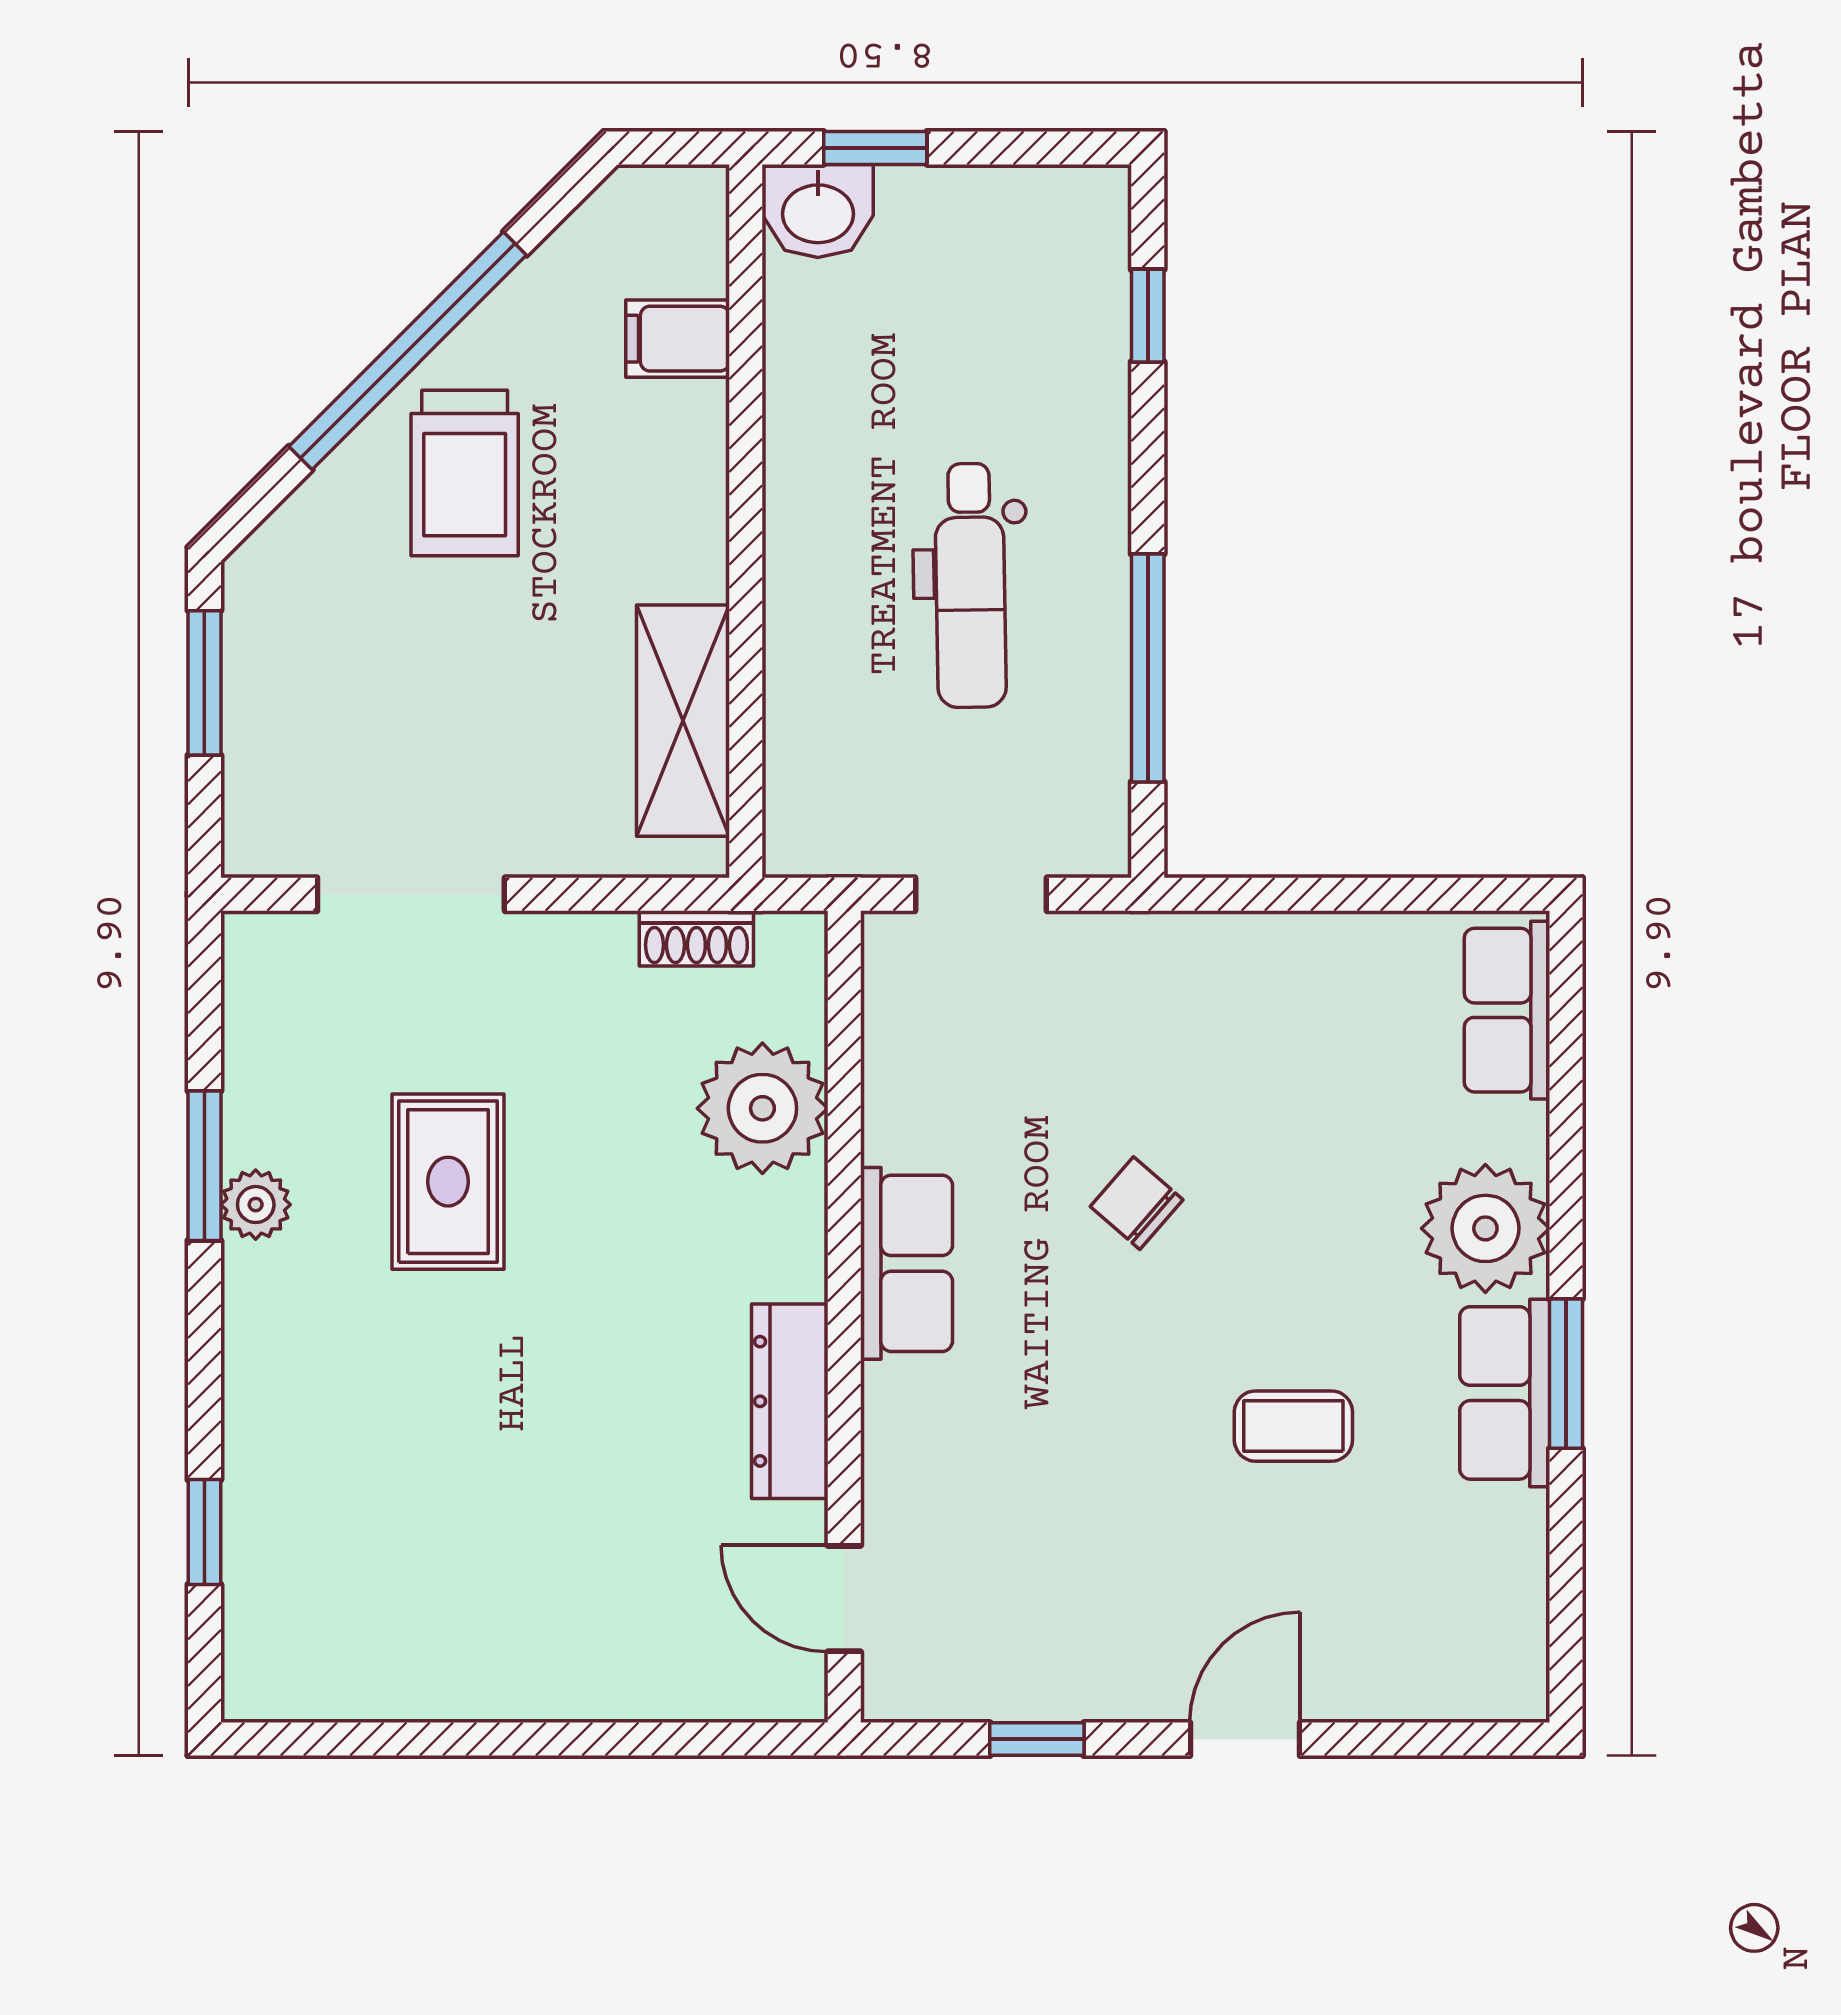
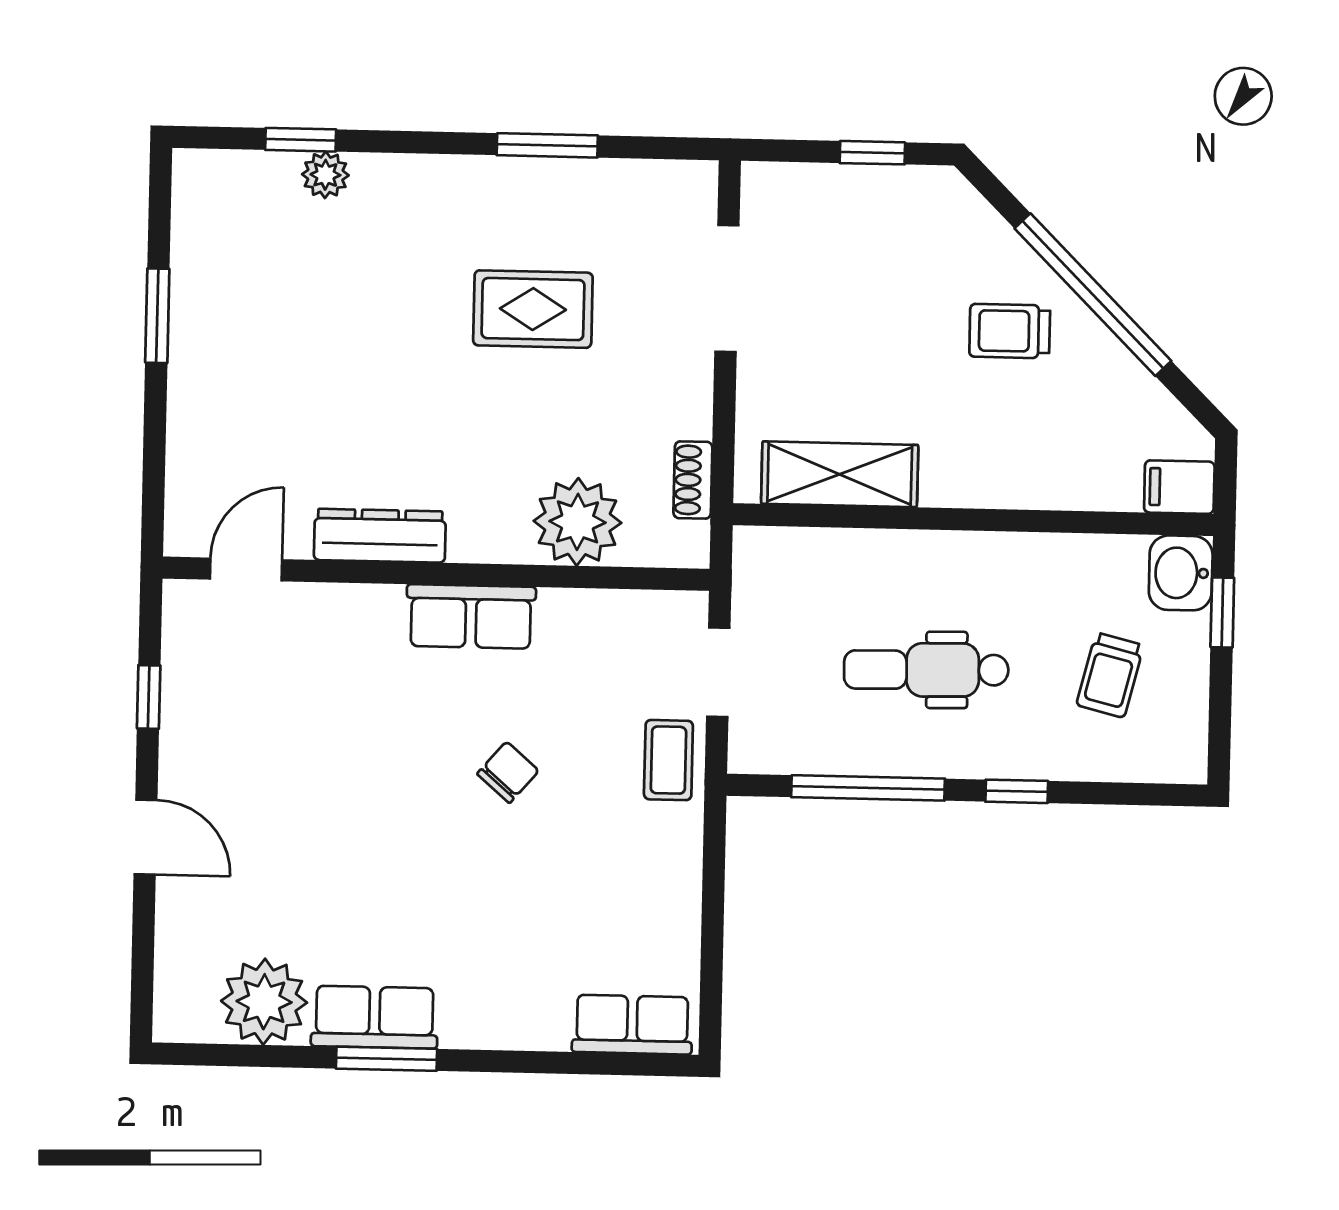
trolley: (972, 313) -> (1110, 675), added
window: (1148, 316) -> (1017, 791), moved
filing cabinet: (678, 339) -> (1179, 487), moved, turned -90
trolley: (465, 473) -> (1010, 331), width x0.73, depth x0.72
window: (204, 683) -> (872, 153), width x0.67
plant: (256, 1205) -> (325, 175), moved
plant: (1485, 1228) -> (264, 1002), moved
coffee table: (1293, 1426) -> (668, 760), moved
window: (471, 1739) -> (157, 316), added

